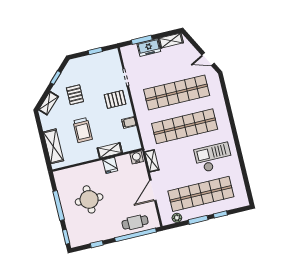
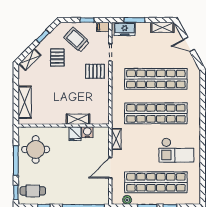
freezer: (149, 47) -> (125, 29), moved
door: (208, 59) -> (189, 44), moved
filing cabinet: (129, 122) -> (103, 27), moved
trolley: (83, 130) -> (77, 40), moved, turned 132
water cooler: (137, 157) -> (87, 132), moved
checkout: (213, 158) -> (176, 150), turned 180
round table: (89, 199) -> (36, 149), moved
cafe table: (135, 222) -> (33, 191), moved

